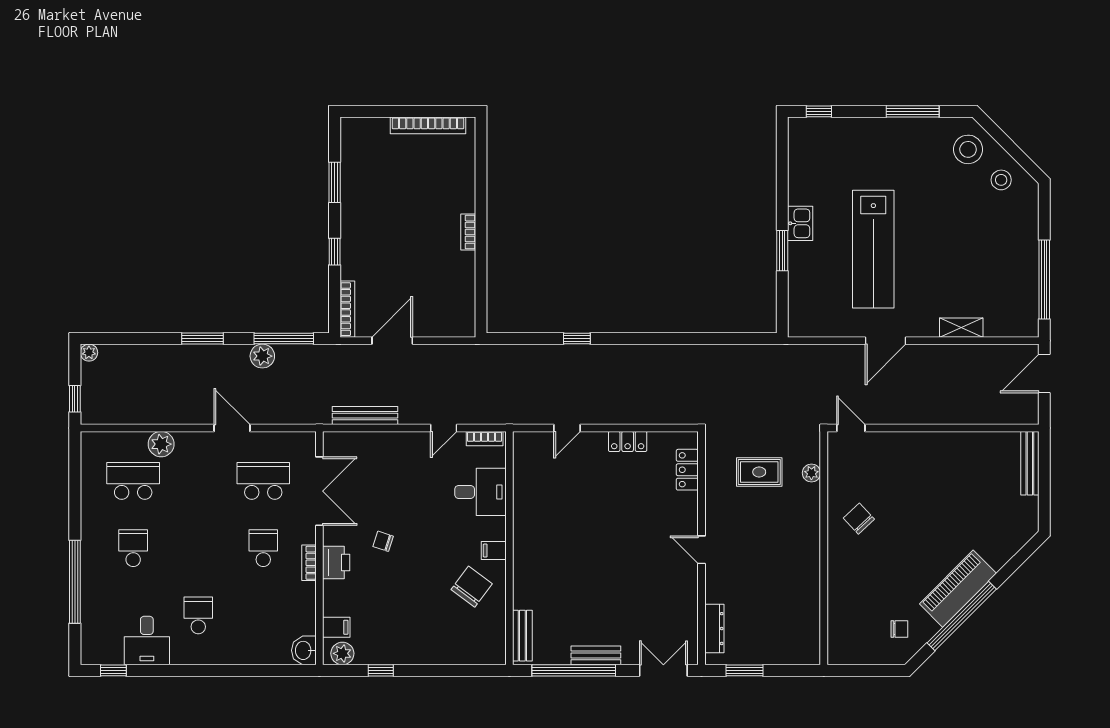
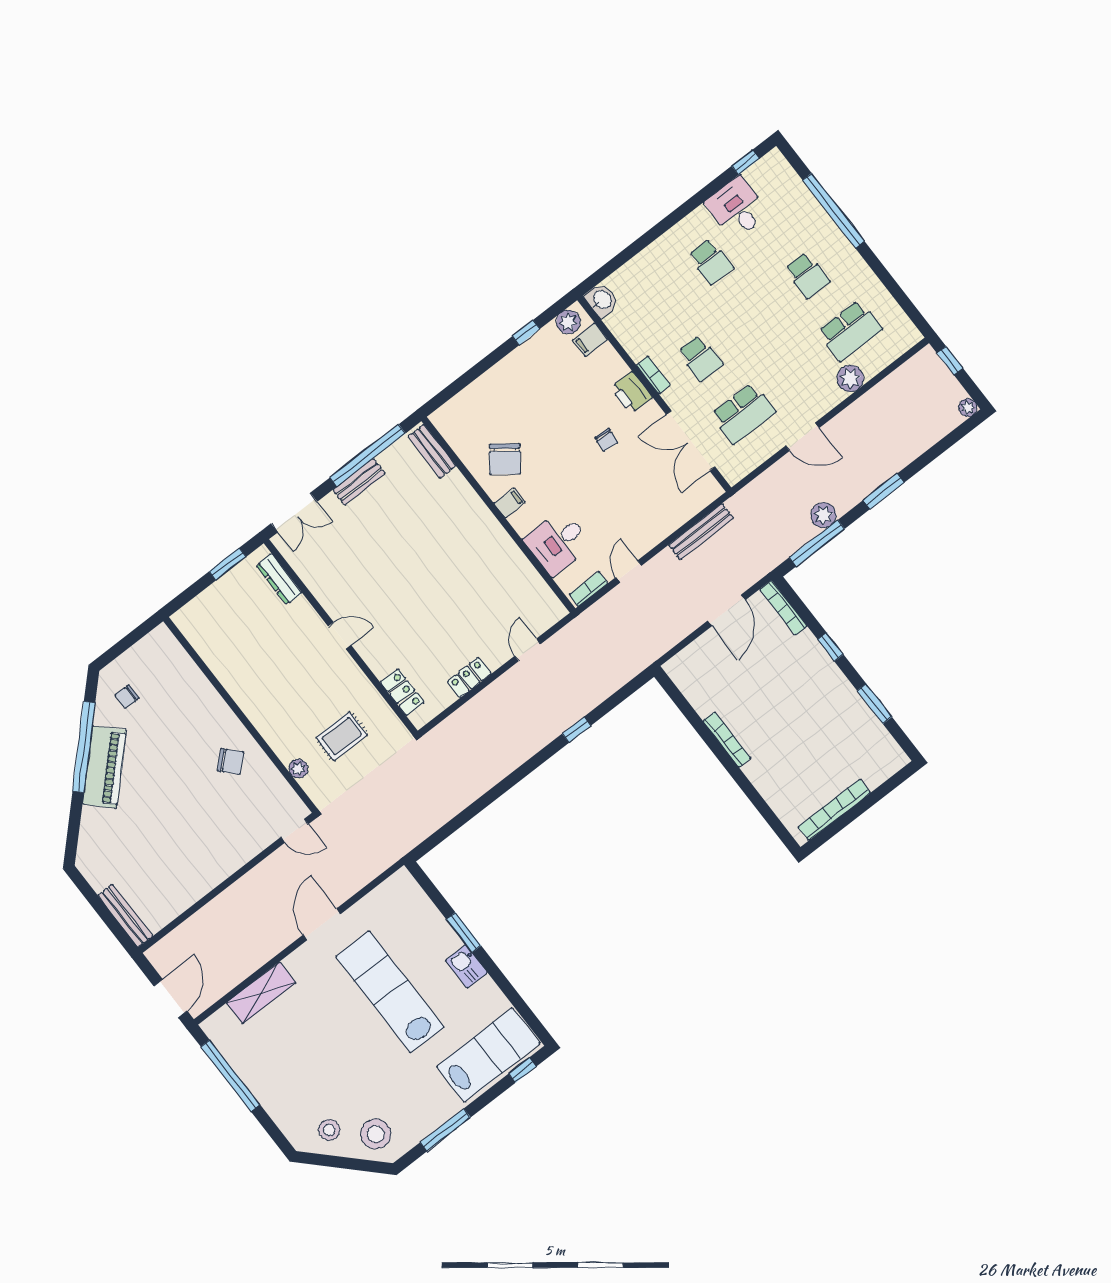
lab bench: (836, 143) -> (488, 1055), added
bookcase: (468, 232) -> (727, 740), width x1.56
shelving: (961, 328) -> (261, 993), width x1.50, depth x1.33
chair: (383, 541) -> (606, 440), turned 78

